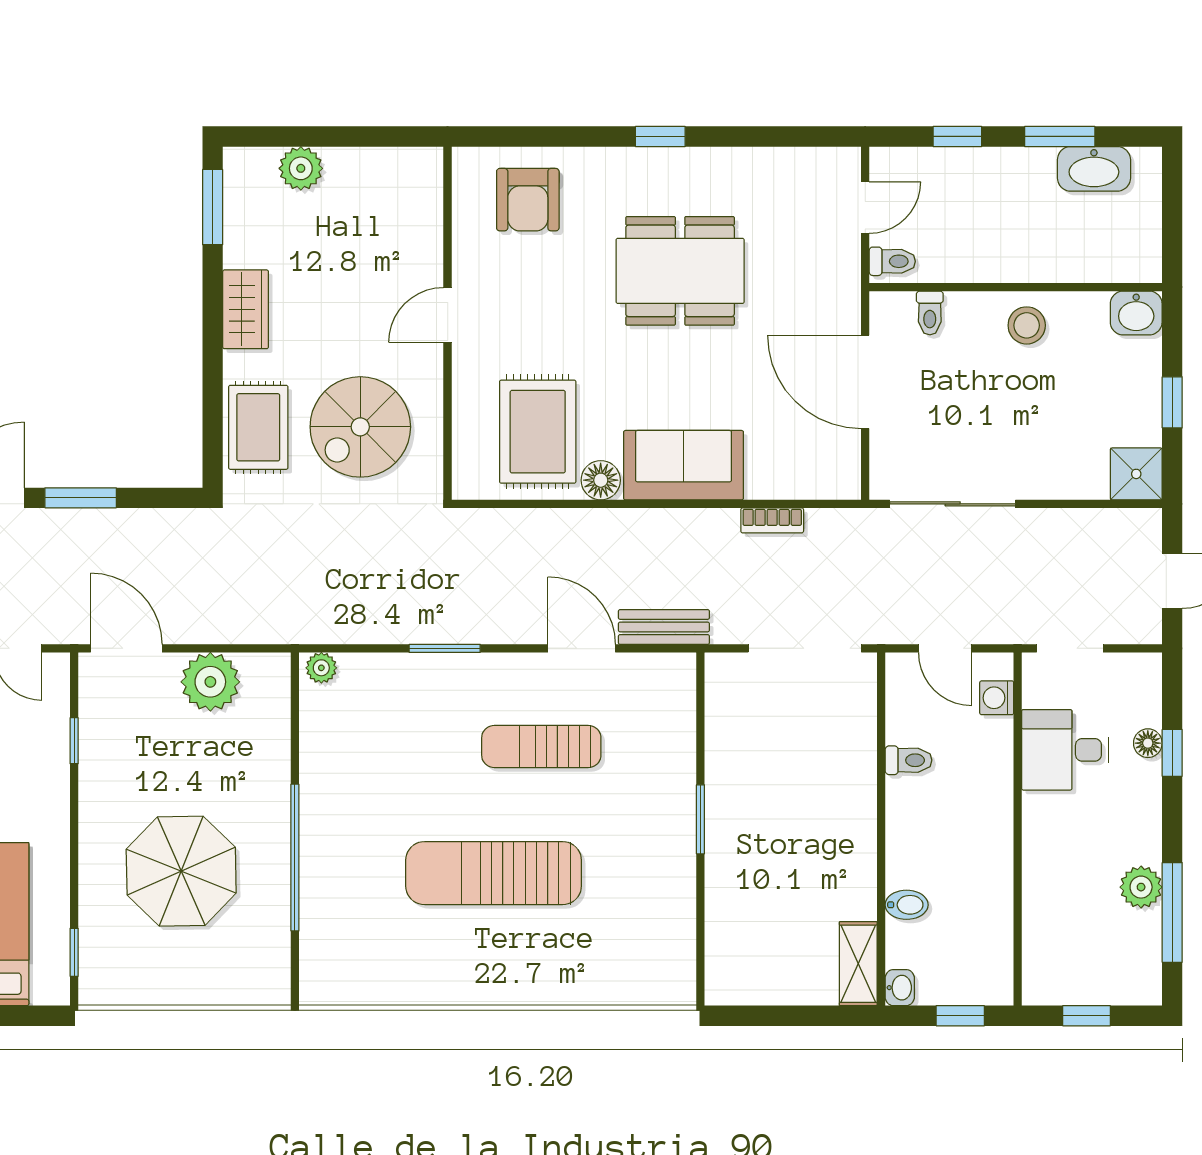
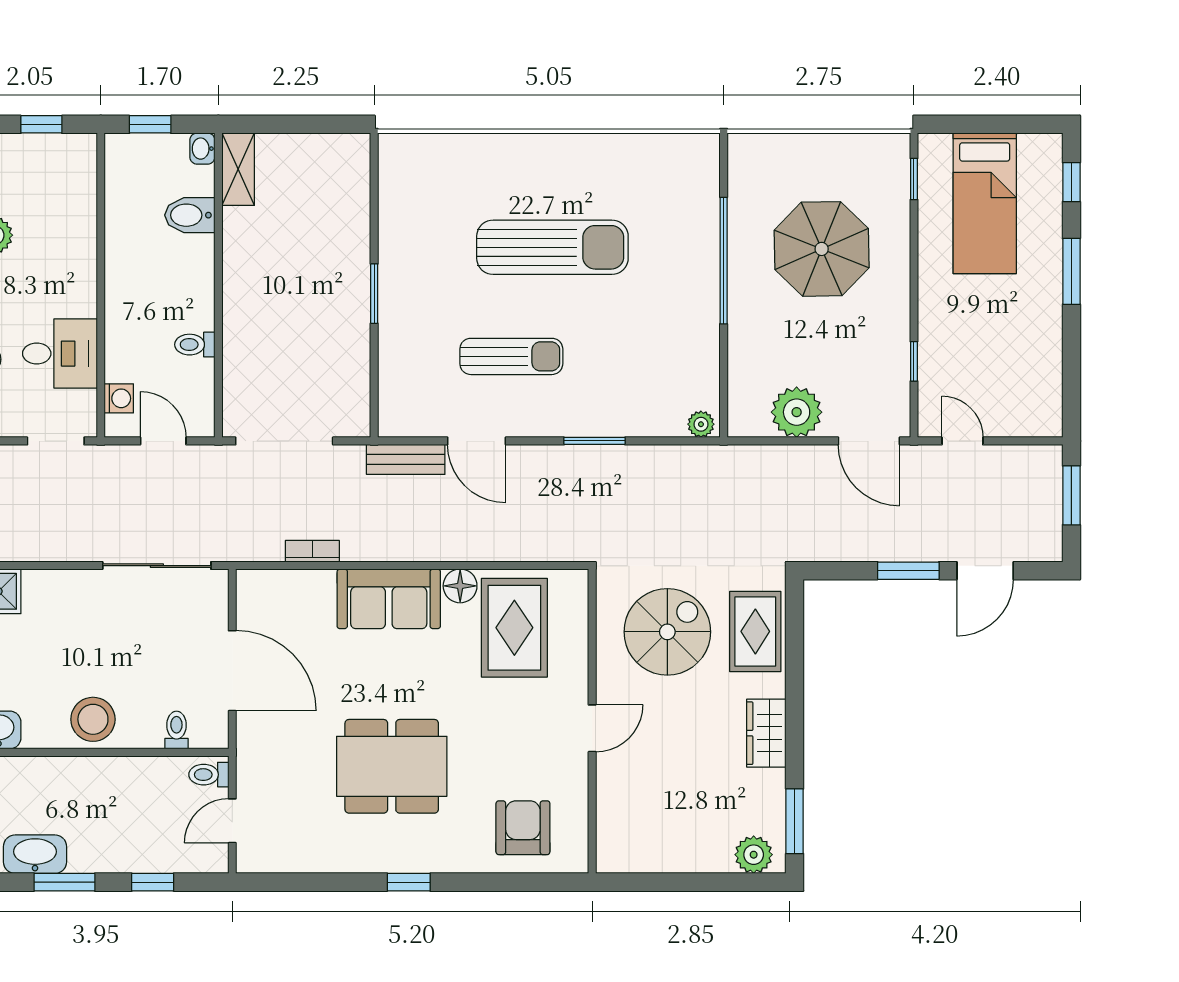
plant: (301, 168) -> (754, 855), moved
stool: (1027, 325) -> (93, 719), width x1.38, depth x1.38
bidet: (907, 905) -> (190, 215), width x1.38, depth x1.36

